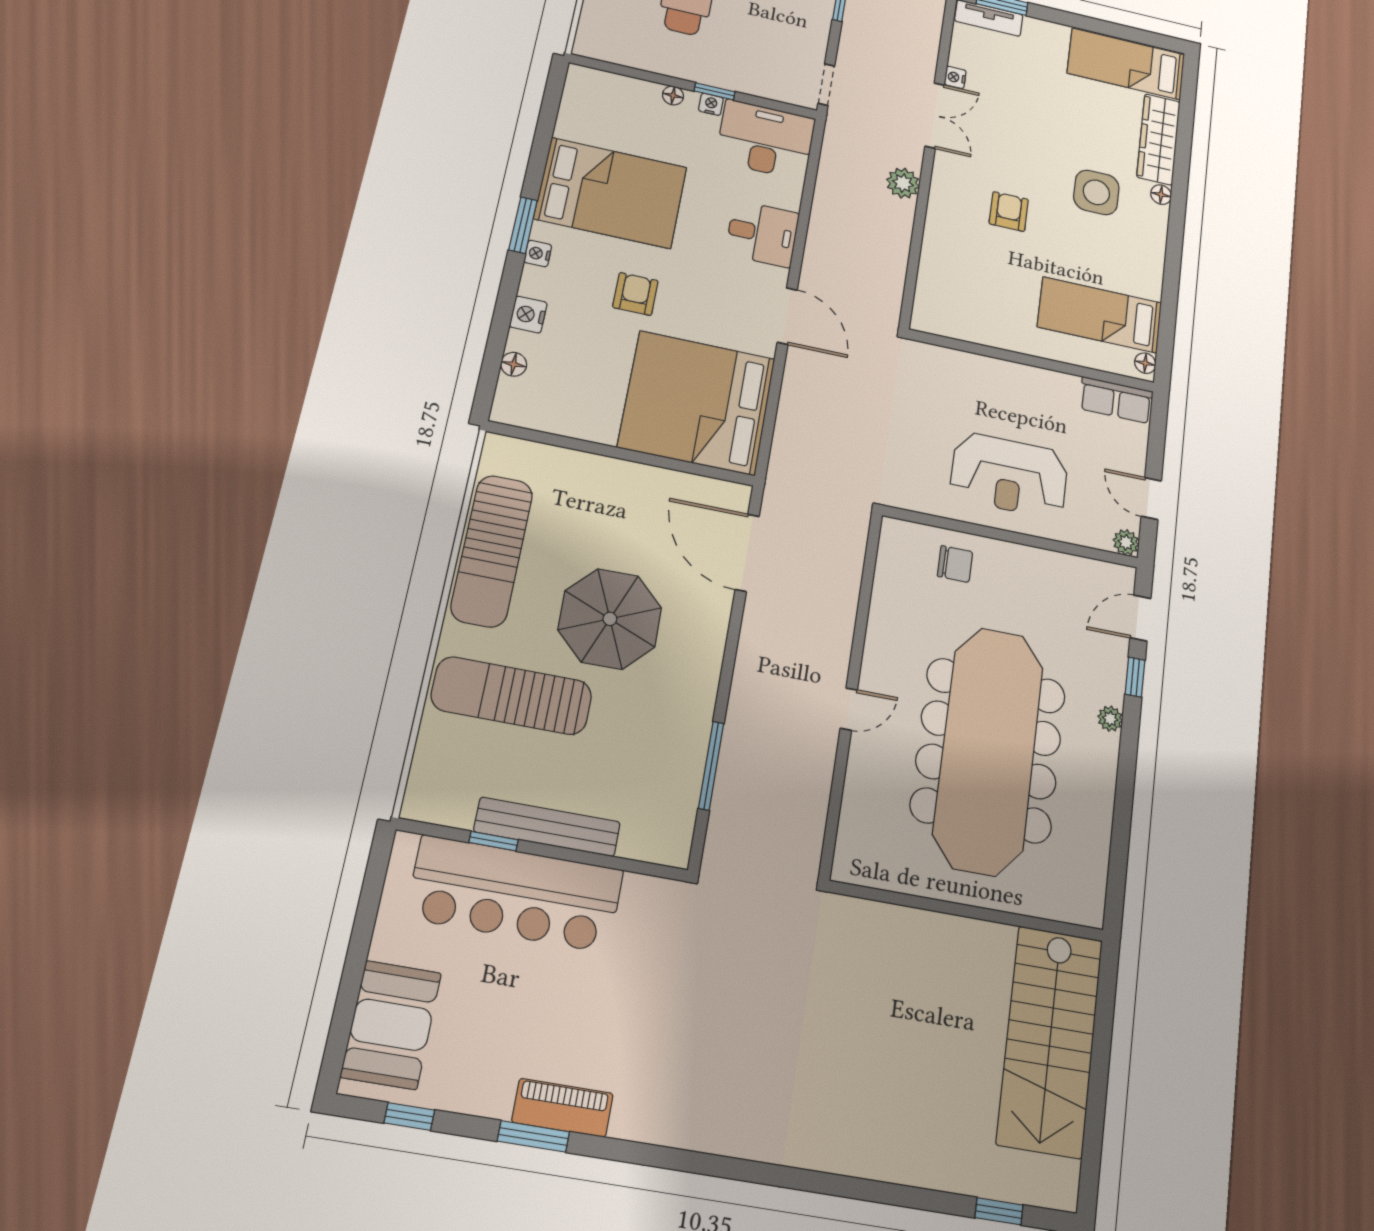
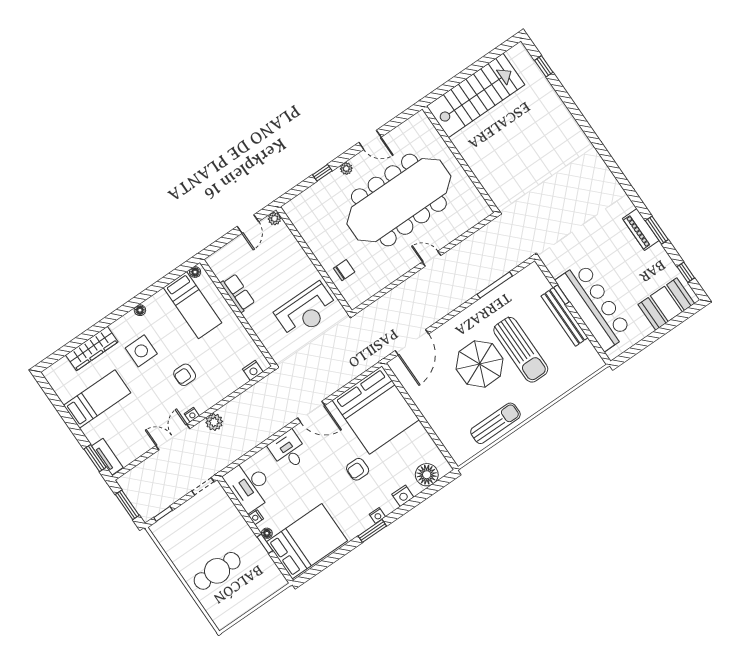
bed: (1126, 64) -> (97, 399), moved, turned -90
nightstand: (955, 77) -> (192, 415), moved
window: (714, 91) -> (265, 544), moved
bed: (611, 193) -> (307, 541), moved, turned 90
floor lamp: (1161, 195) -> (140, 310), moved
nightstand: (927, 300) -> (253, 370), added
door: (787, 316) -> (311, 412), swing flipped
floor lamp: (514, 364) -> (427, 475), width x1.89, depth x1.89
row of seats: (1116, 400) -> (238, 293), moved
reception desk: (1009, 475) -> (306, 311), moved, turned 90
sun lounger: (492, 551) -> (495, 423), width x0.73, depth x0.75
chair: (955, 564) -> (344, 270), turned 90
door: (1140, 618) -> (370, 140), moved
sun lounger: (512, 696) -> (521, 350), moved
window: (494, 841) -> (561, 295), moved

